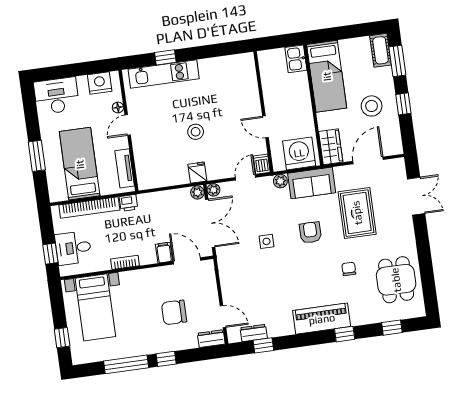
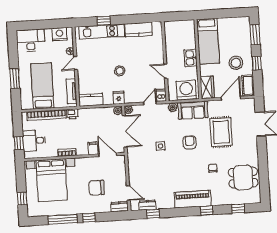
cot: (381, 50) -> (248, 86), moved
kitchen sink: (296, 59) -> (191, 58), moved
kitchen counter: (219, 67) -> (138, 30), added
kitchen counter: (155, 179) -> (91, 100), added
dining table: (396, 280) -> (243, 178), turned 90
bed with nightstands: (95, 307) -> (52, 180), width x1.36

